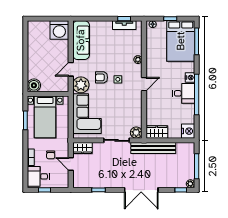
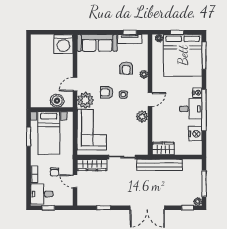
sofa: (81, 40) -> (97, 43), moved, turned 90
bed: (181, 41) -> (183, 55), width x1.36
armchair: (121, 54) -> (126, 68), added
boiler: (34, 85) -> (57, 101), moved
nightstand: (188, 131) -> (195, 134), moved
plant: (136, 133) -> (142, 116), moved
wardrobe: (82, 148) -> (92, 165), width x1.50

